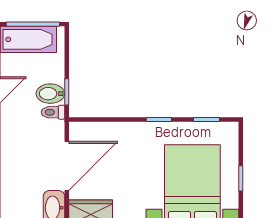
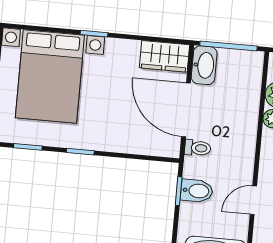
toilet: (53, 112) -> (198, 148), moved
door: (67, 166) -> (186, 110), hinge flipped

